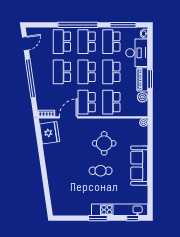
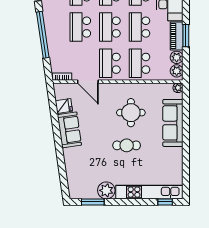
plant: (142, 108) -> (177, 71), added
door: (68, 117) -> (88, 82), swing flipped
fridge: (50, 133) -> (64, 106), width x0.53, depth x0.75
sofa: (53, 158) -> (69, 130), added
sofa: (139, 166) -> (173, 123), moved
plant: (84, 208) -> (106, 190), added
window: (98, 218) -> (93, 202), moved

